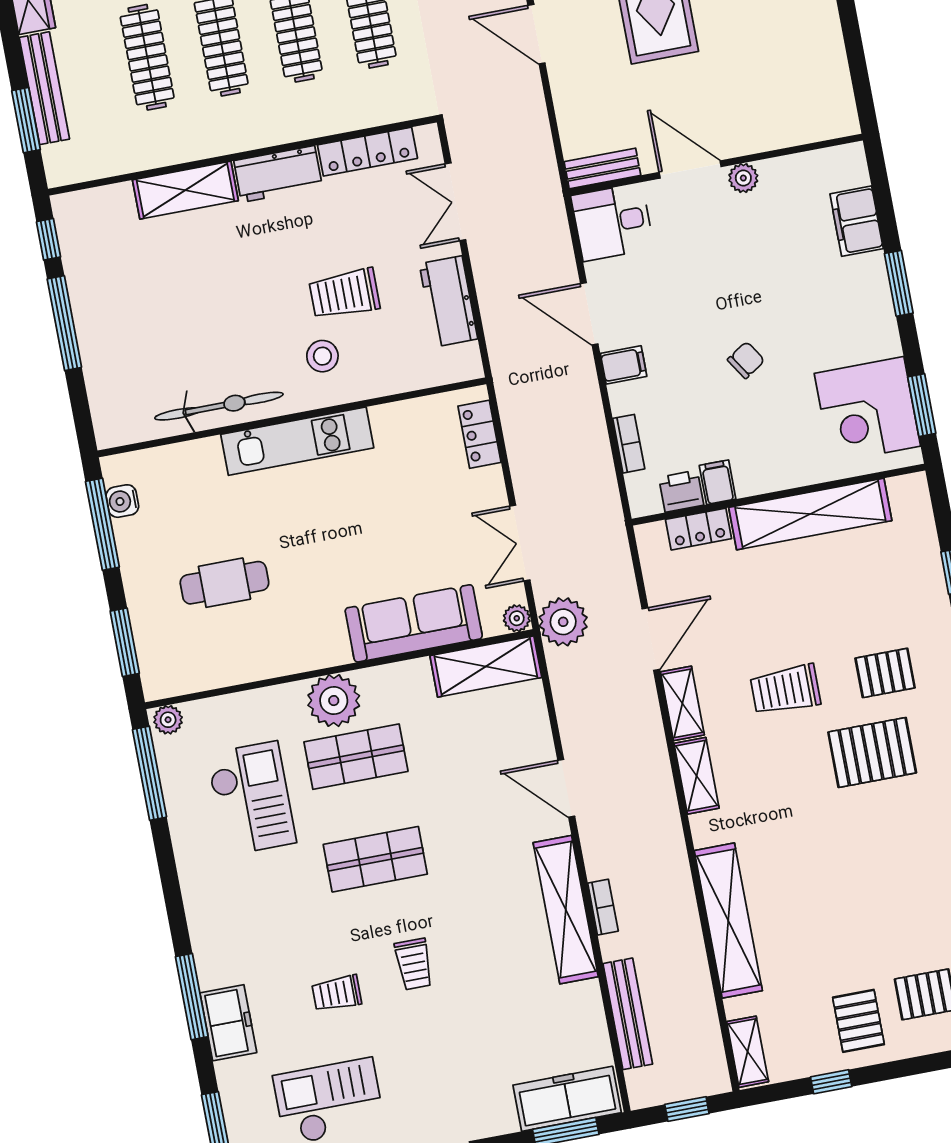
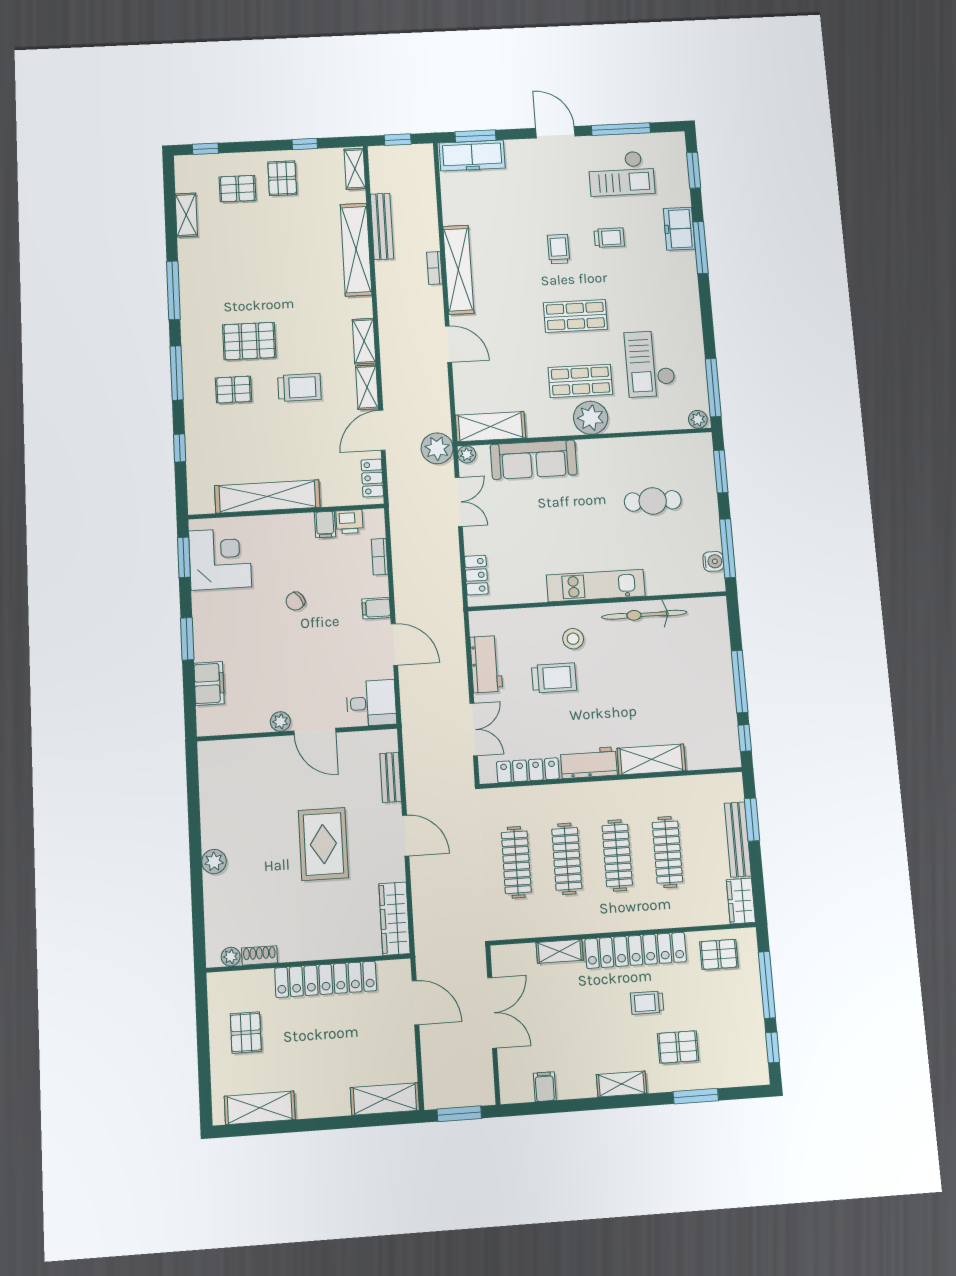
bench: (602, 168) -> (391, 777), moved, turned 90
locker: (699, 529) -> (372, 478), moved, turned -90
bench: (628, 1014) -> (382, 226), moved

